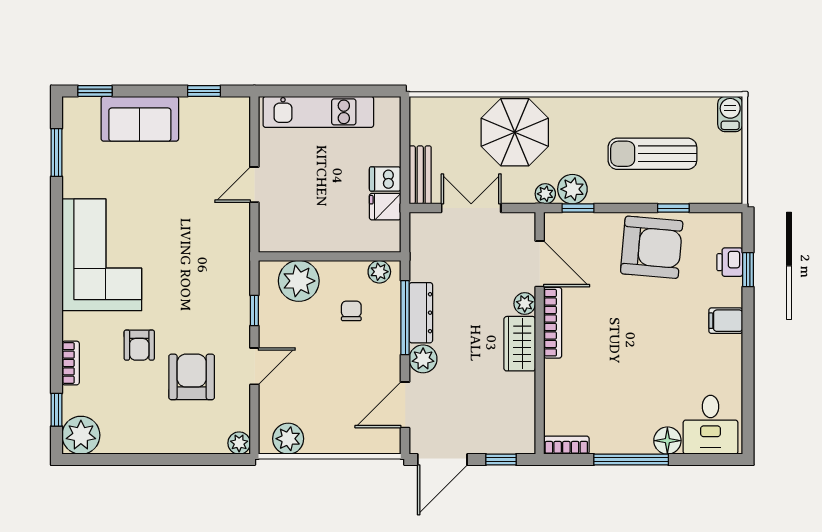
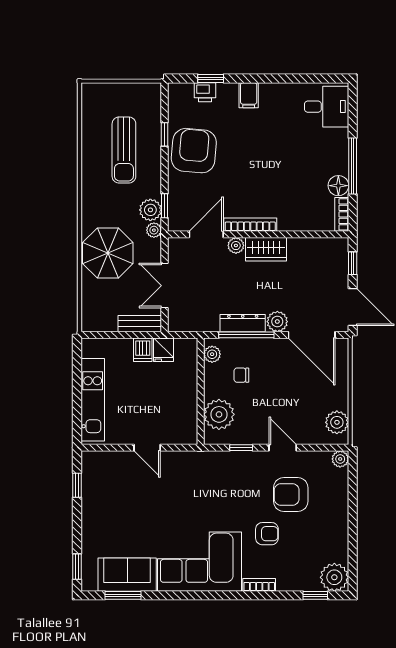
barbecue: (730, 114) -> (94, 92), removed
sofa: (140, 119) -> (127, 575), moved, turned -90
bookcase: (71, 363) -> (259, 585), moved
door: (405, 405) -> (312, 335), width x1.36
floor lamp: (667, 441) -> (338, 186), moved

